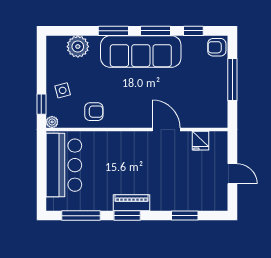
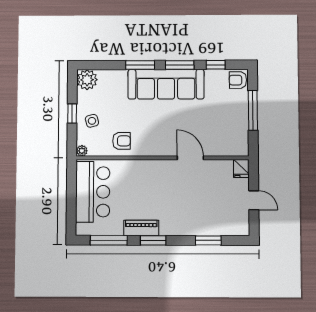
plant: (78, 47) -> (87, 80), moved
window: (41, 104) -> (72, 114), moved
fridge: (200, 141) -> (241, 168), moved
piano: (132, 203) -> (141, 228), moved

